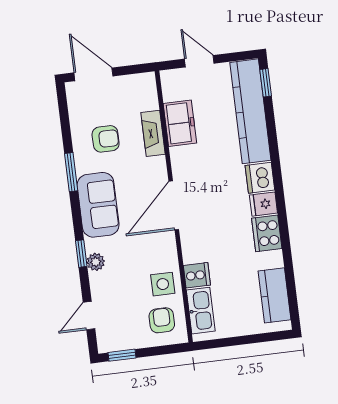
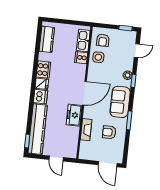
freezer: (180, 123) -> (74, 115), moved

